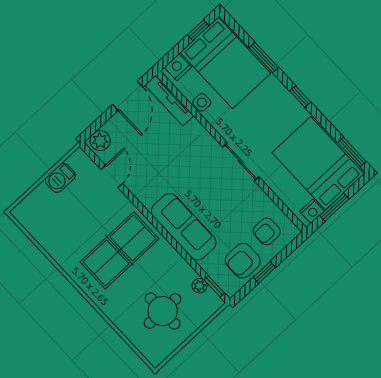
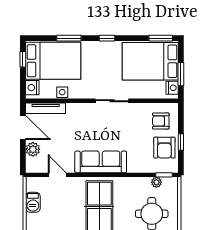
plant: (100, 141) -> (33, 149), moved
sofa: (184, 227) -> (101, 162), moved
armchair: (267, 231) -> (161, 121), turned 90

